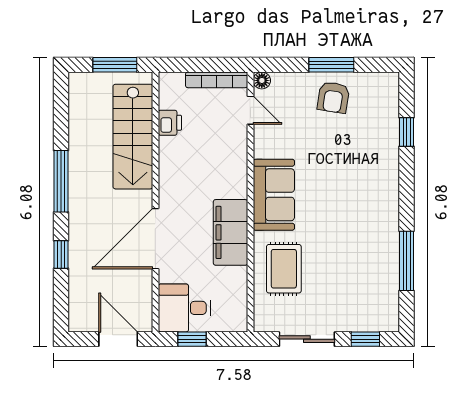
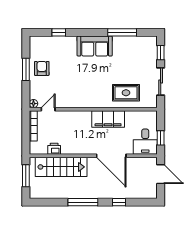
armchair: (333, 97) -> (42, 68), turned -99
sofa: (274, 195) -> (95, 46), moved, turned 180
door: (118, 339) -> (161, 174), swing flipped

